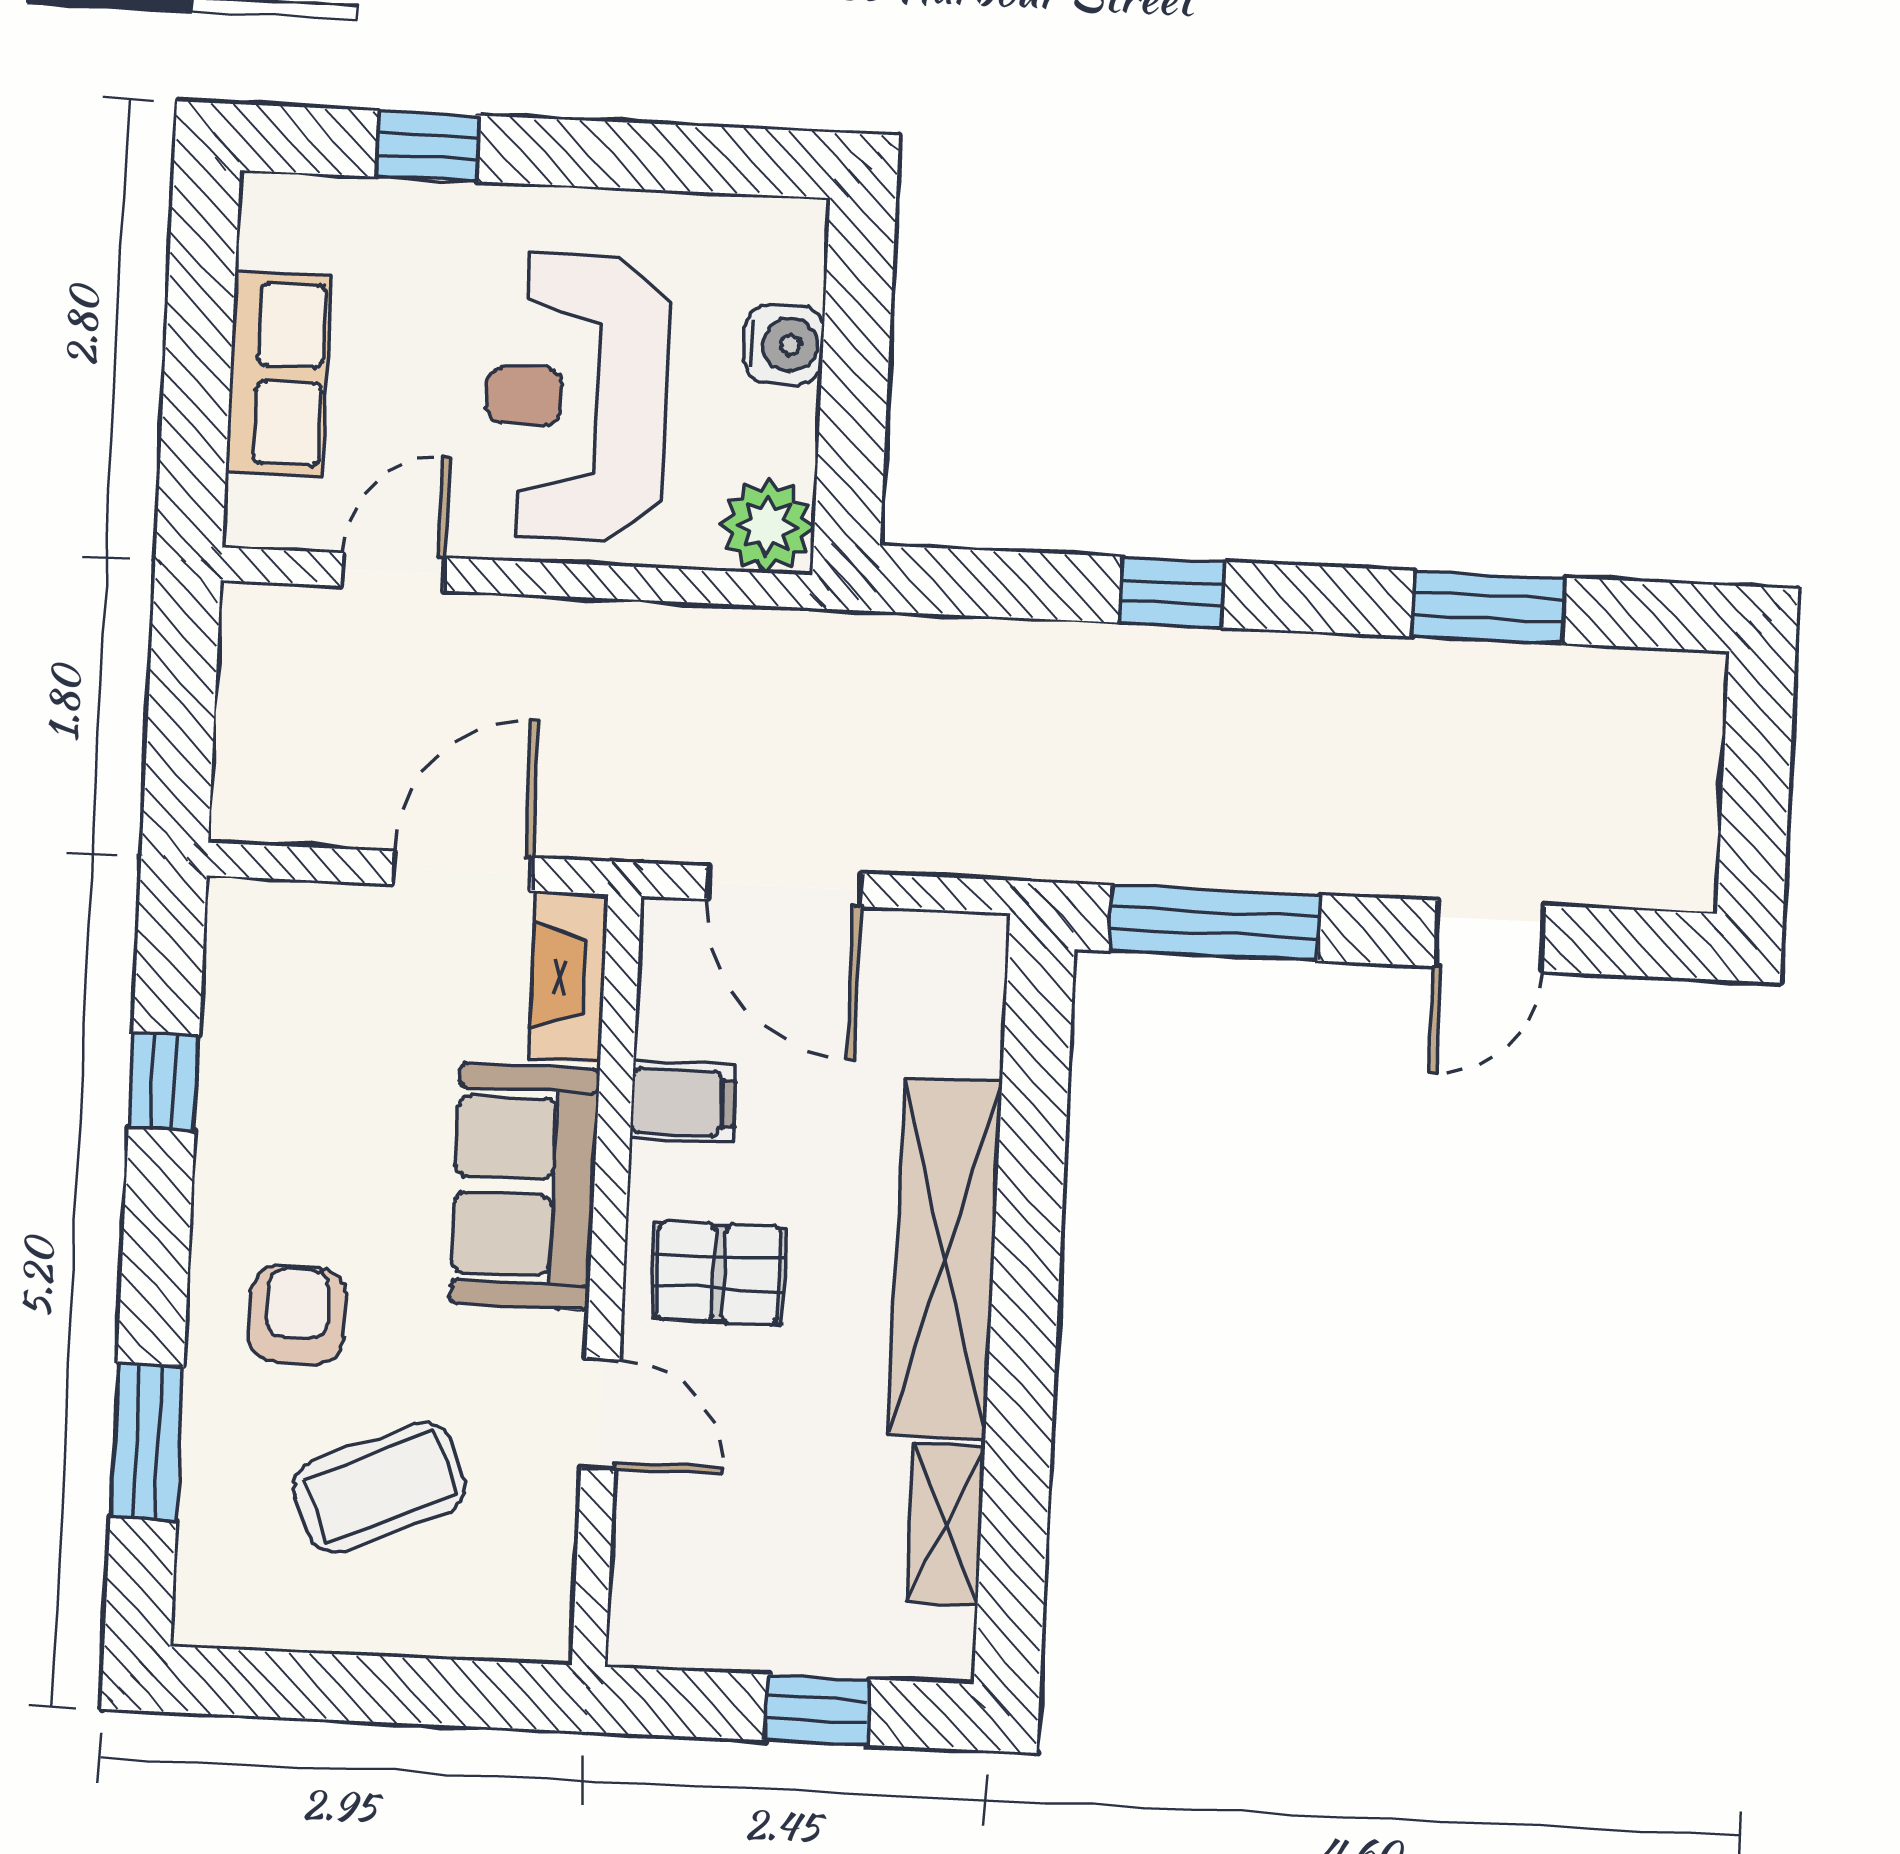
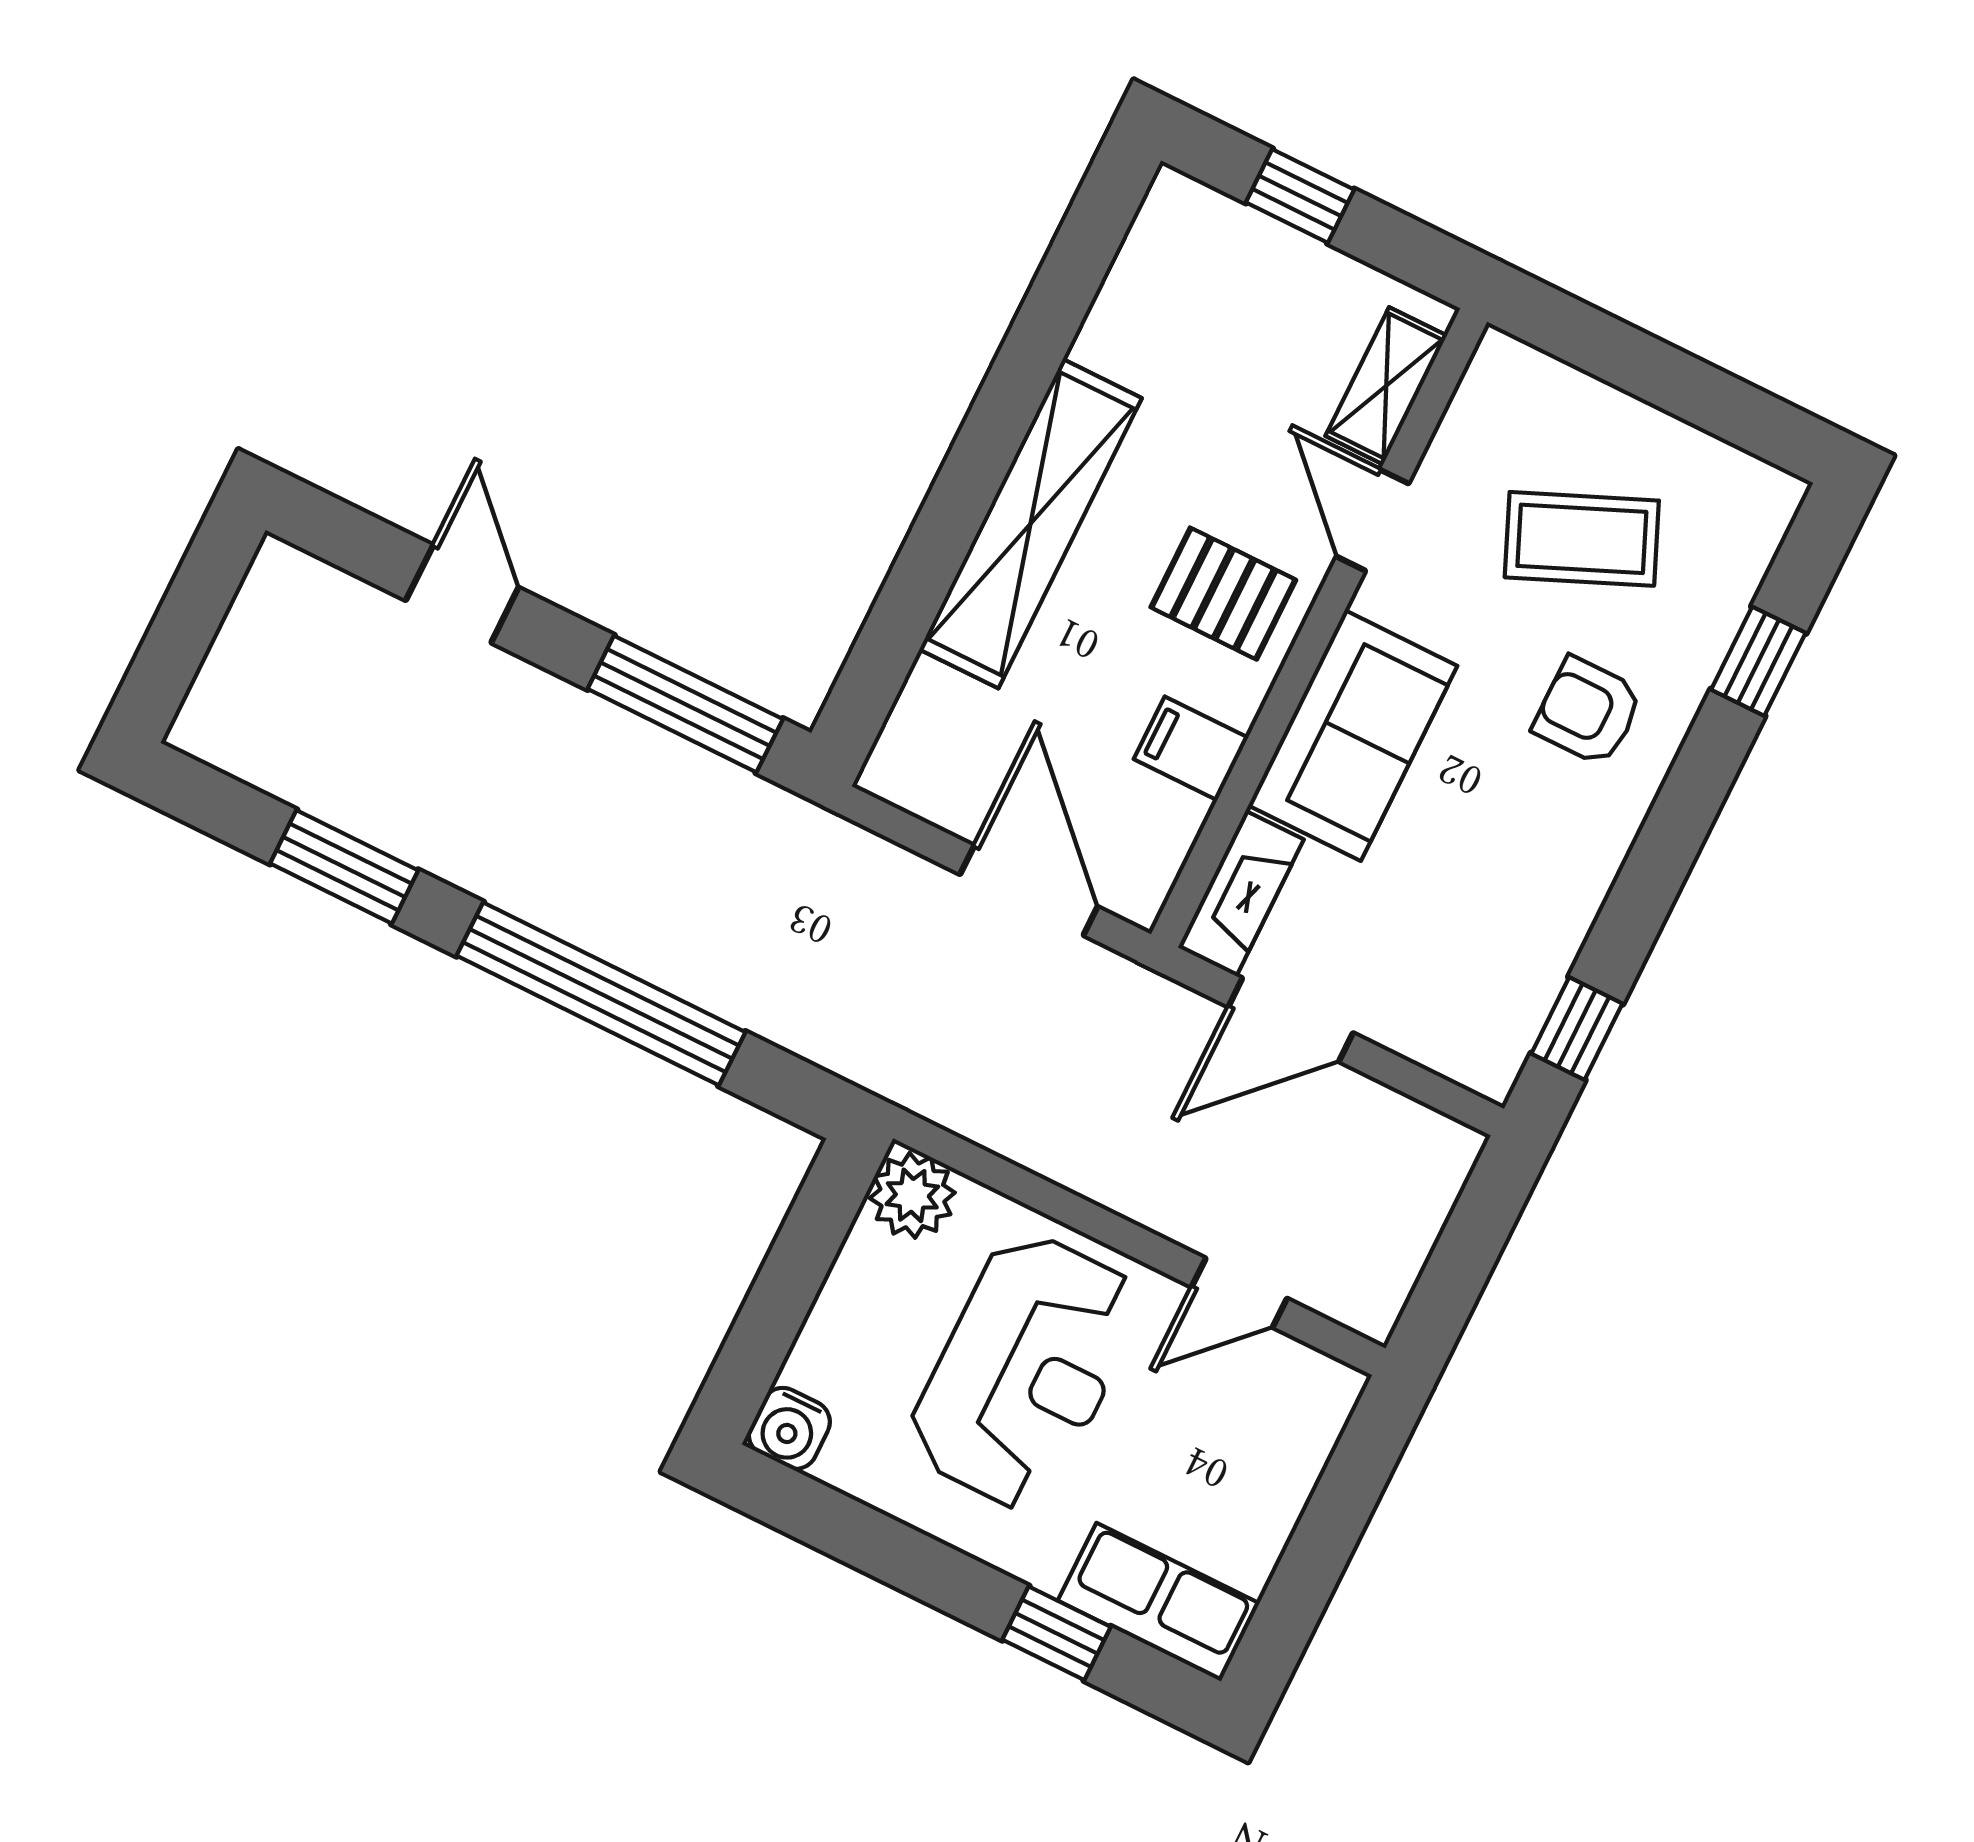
water cooler: (784, 344) -> (789, 1428), moved, turned -90
row of seats: (278, 374) -> (1159, 1602), moved, turned 90
window: (1172, 592) -> (601, 994), width x3.17
door: (1490, 936) -> (462, 594), hinge flipped
window: (164, 1082) -> (1577, 1029), moved
armchair: (297, 1315) -> (1588, 711), turned 90
window: (147, 1441) -> (1758, 661), width x0.67
shelving: (946, 1524) -> (1386, 386), moved

